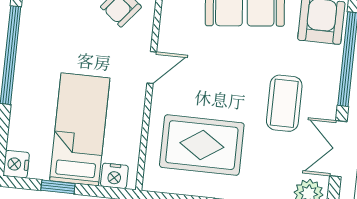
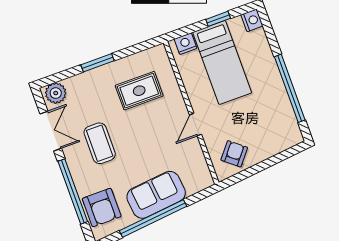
rug: (202, 145) -> (139, 91), width x0.73, depth x0.70

